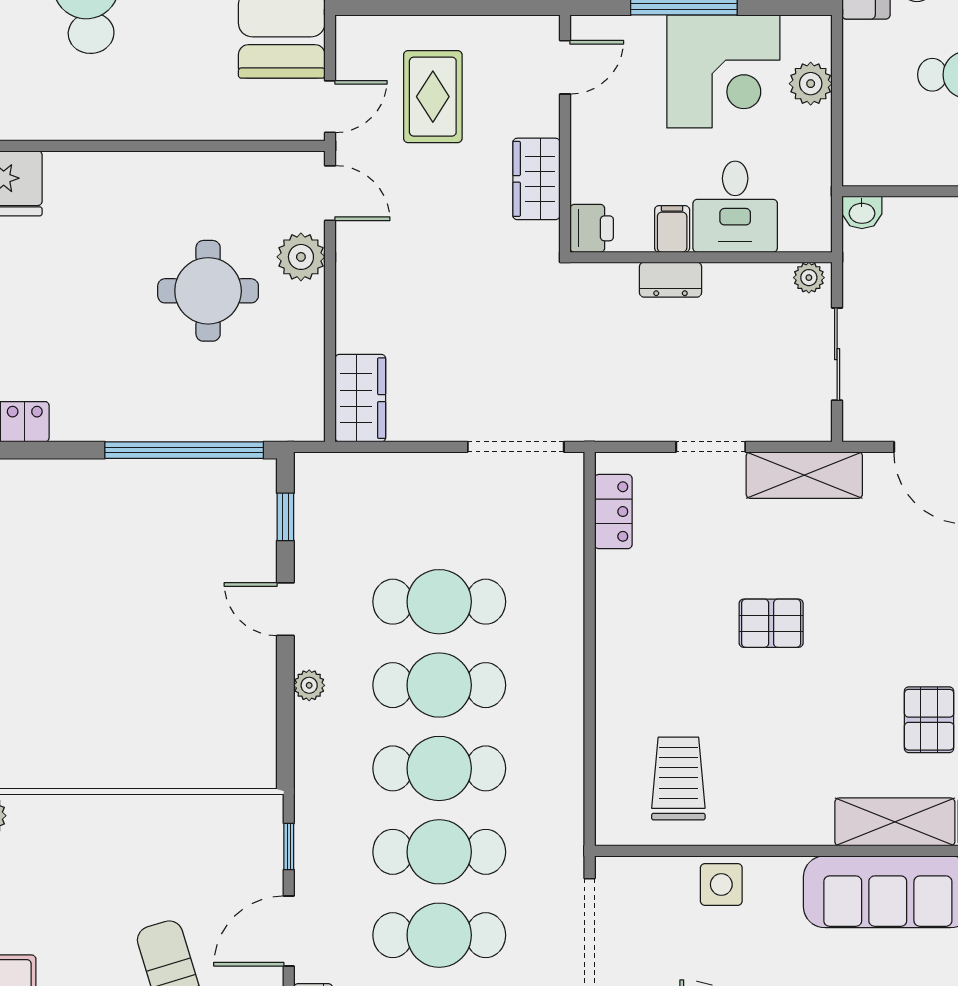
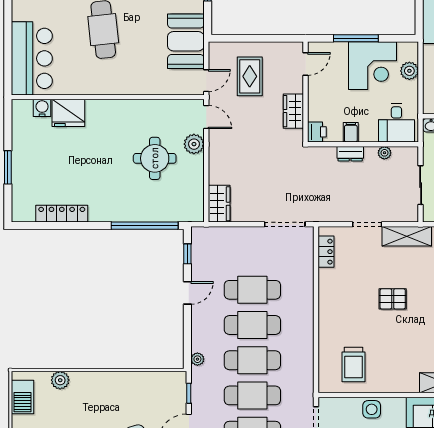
desk: (735, 207) -> (396, 123), moved
plant: (809, 278) -> (384, 153), moved
door: (285, 609) -> (187, 293), swing flipped
plant: (309, 685) -> (197, 359), moved
trolley: (678, 779) -> (353, 365), turned 180

